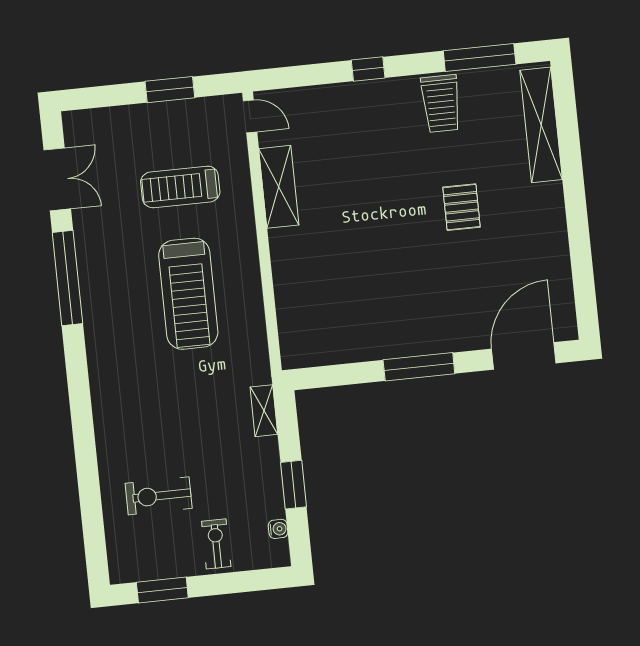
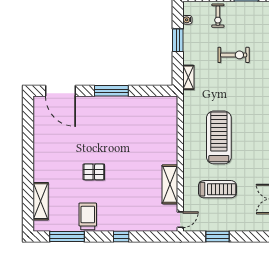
door: (250, 116) -> (180, 220), swing flipped
shelving: (541, 125) -> (41, 201), width x0.68
pallet: (462, 207) -> (94, 172), moved, turned 90
door: (524, 356) -> (61, 91), hinge flipped
exercise bike: (159, 496) -> (234, 55), moved

